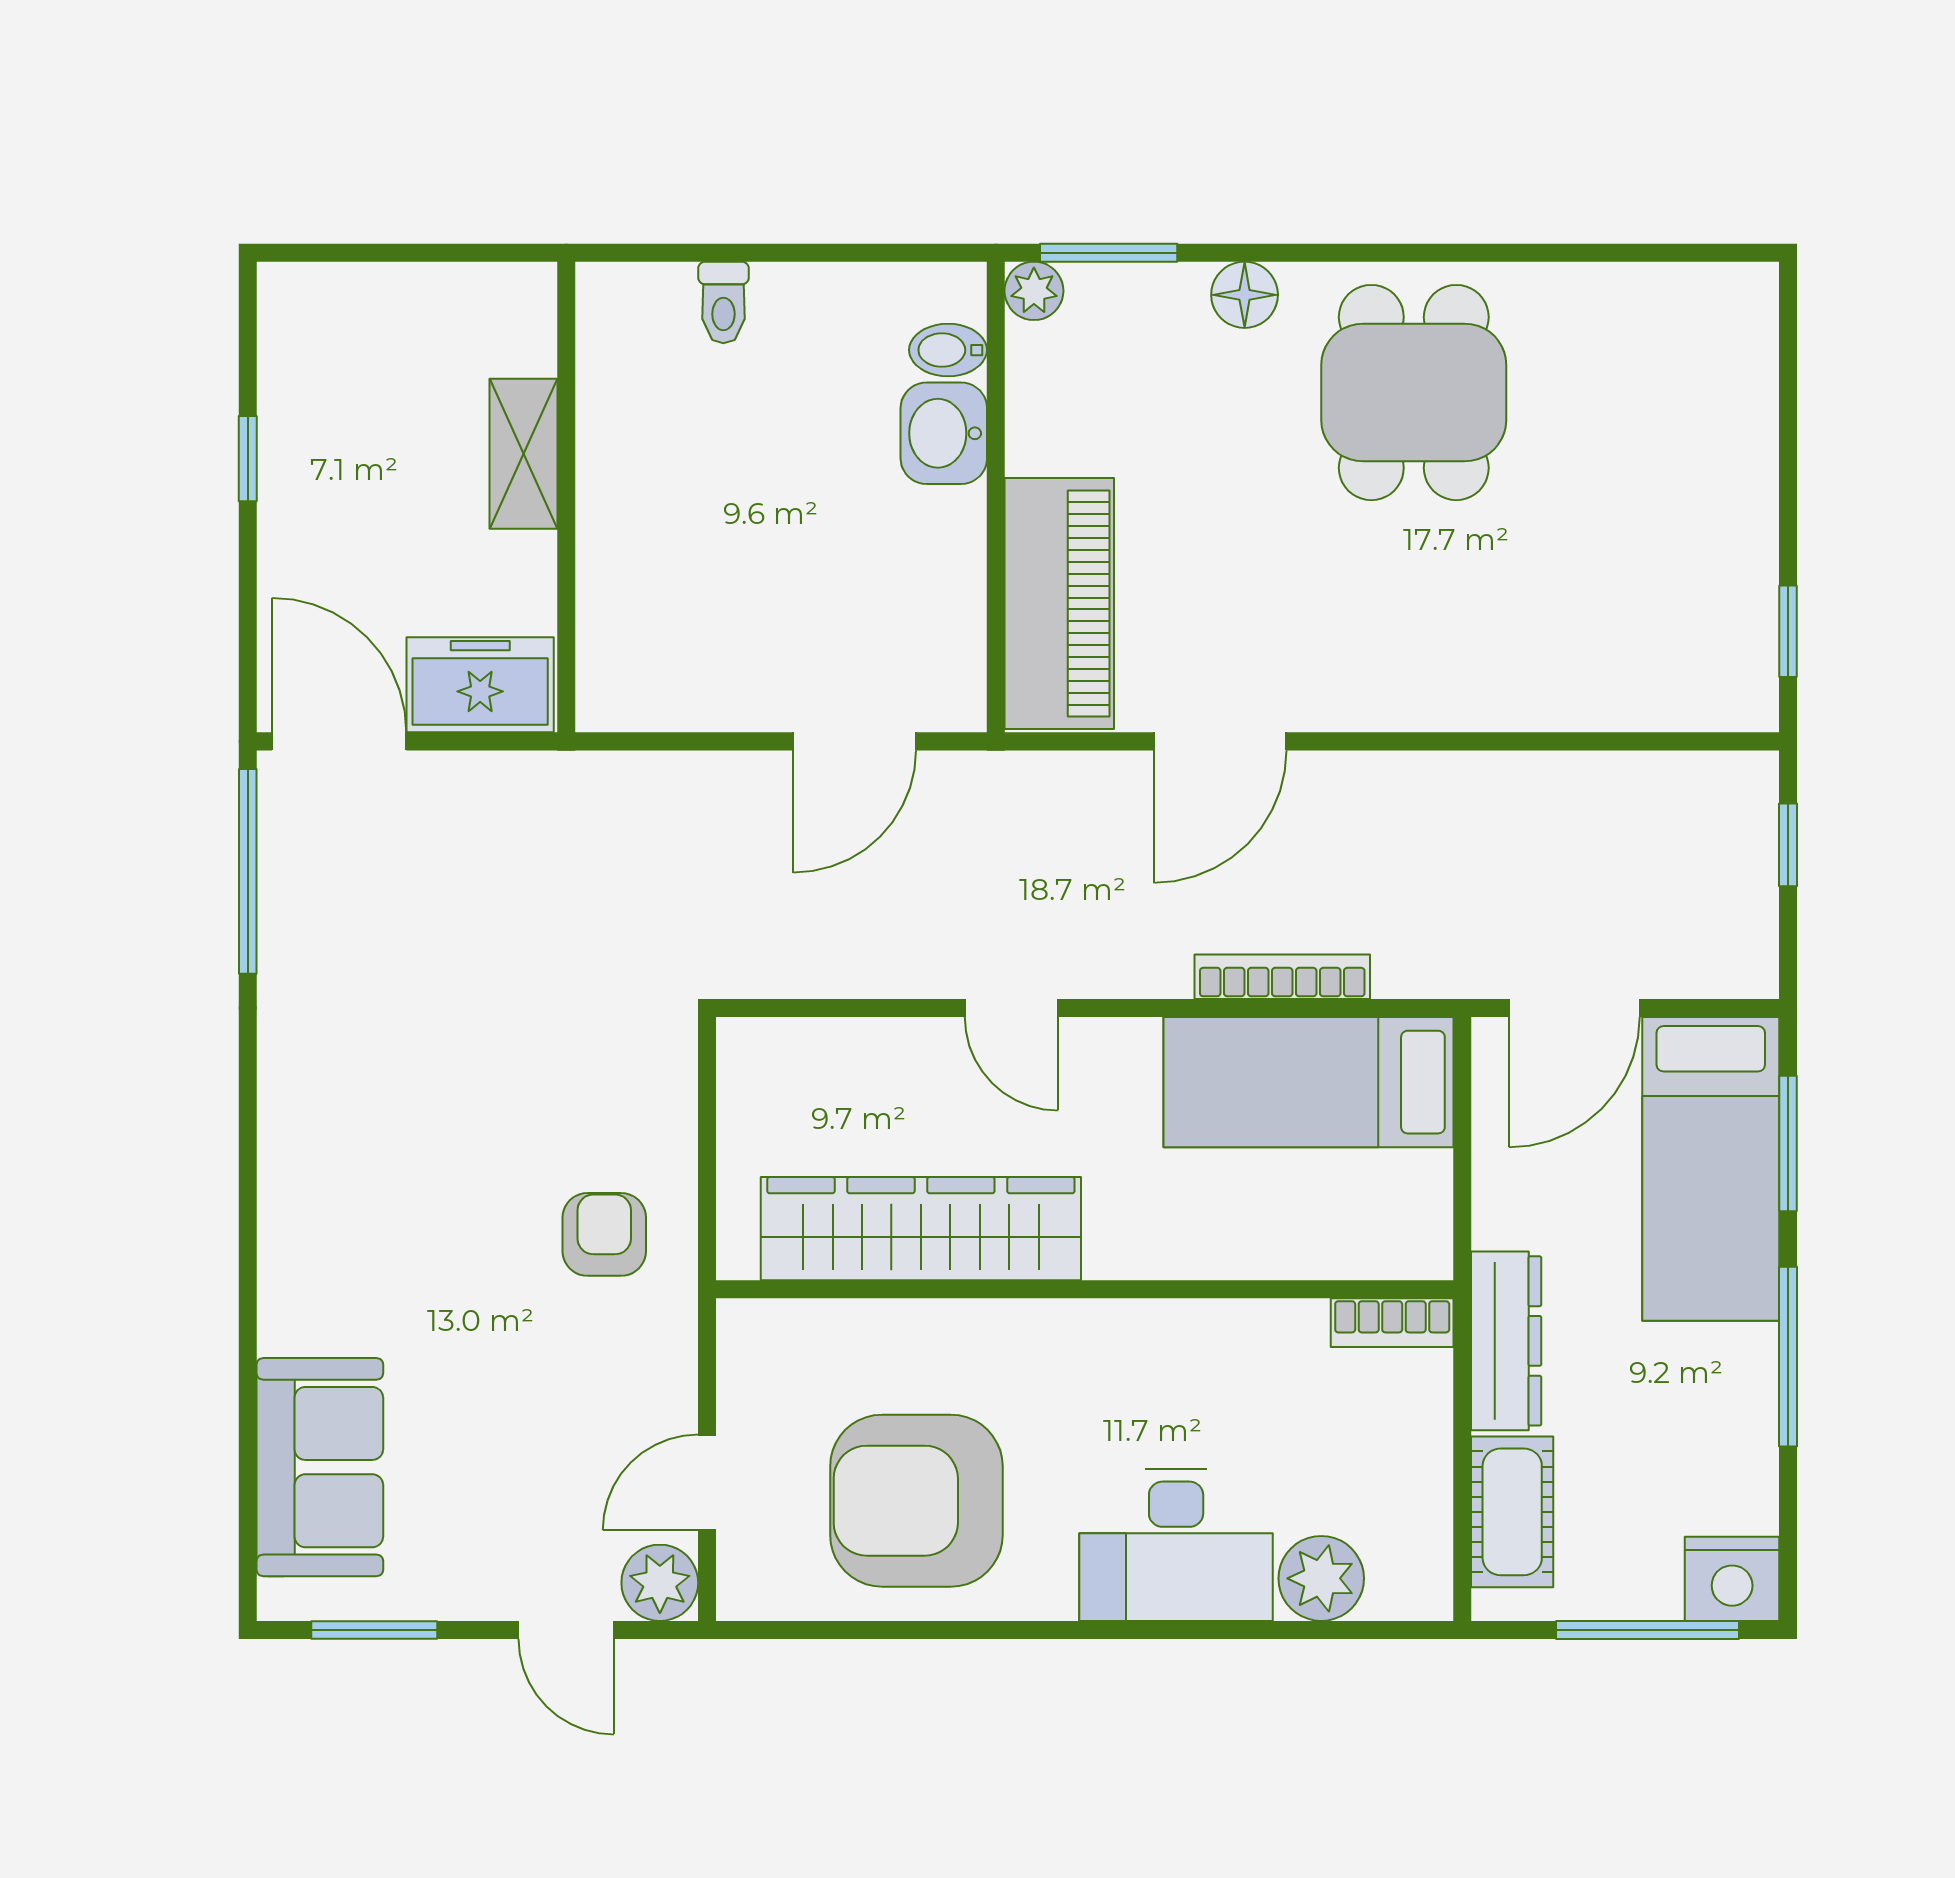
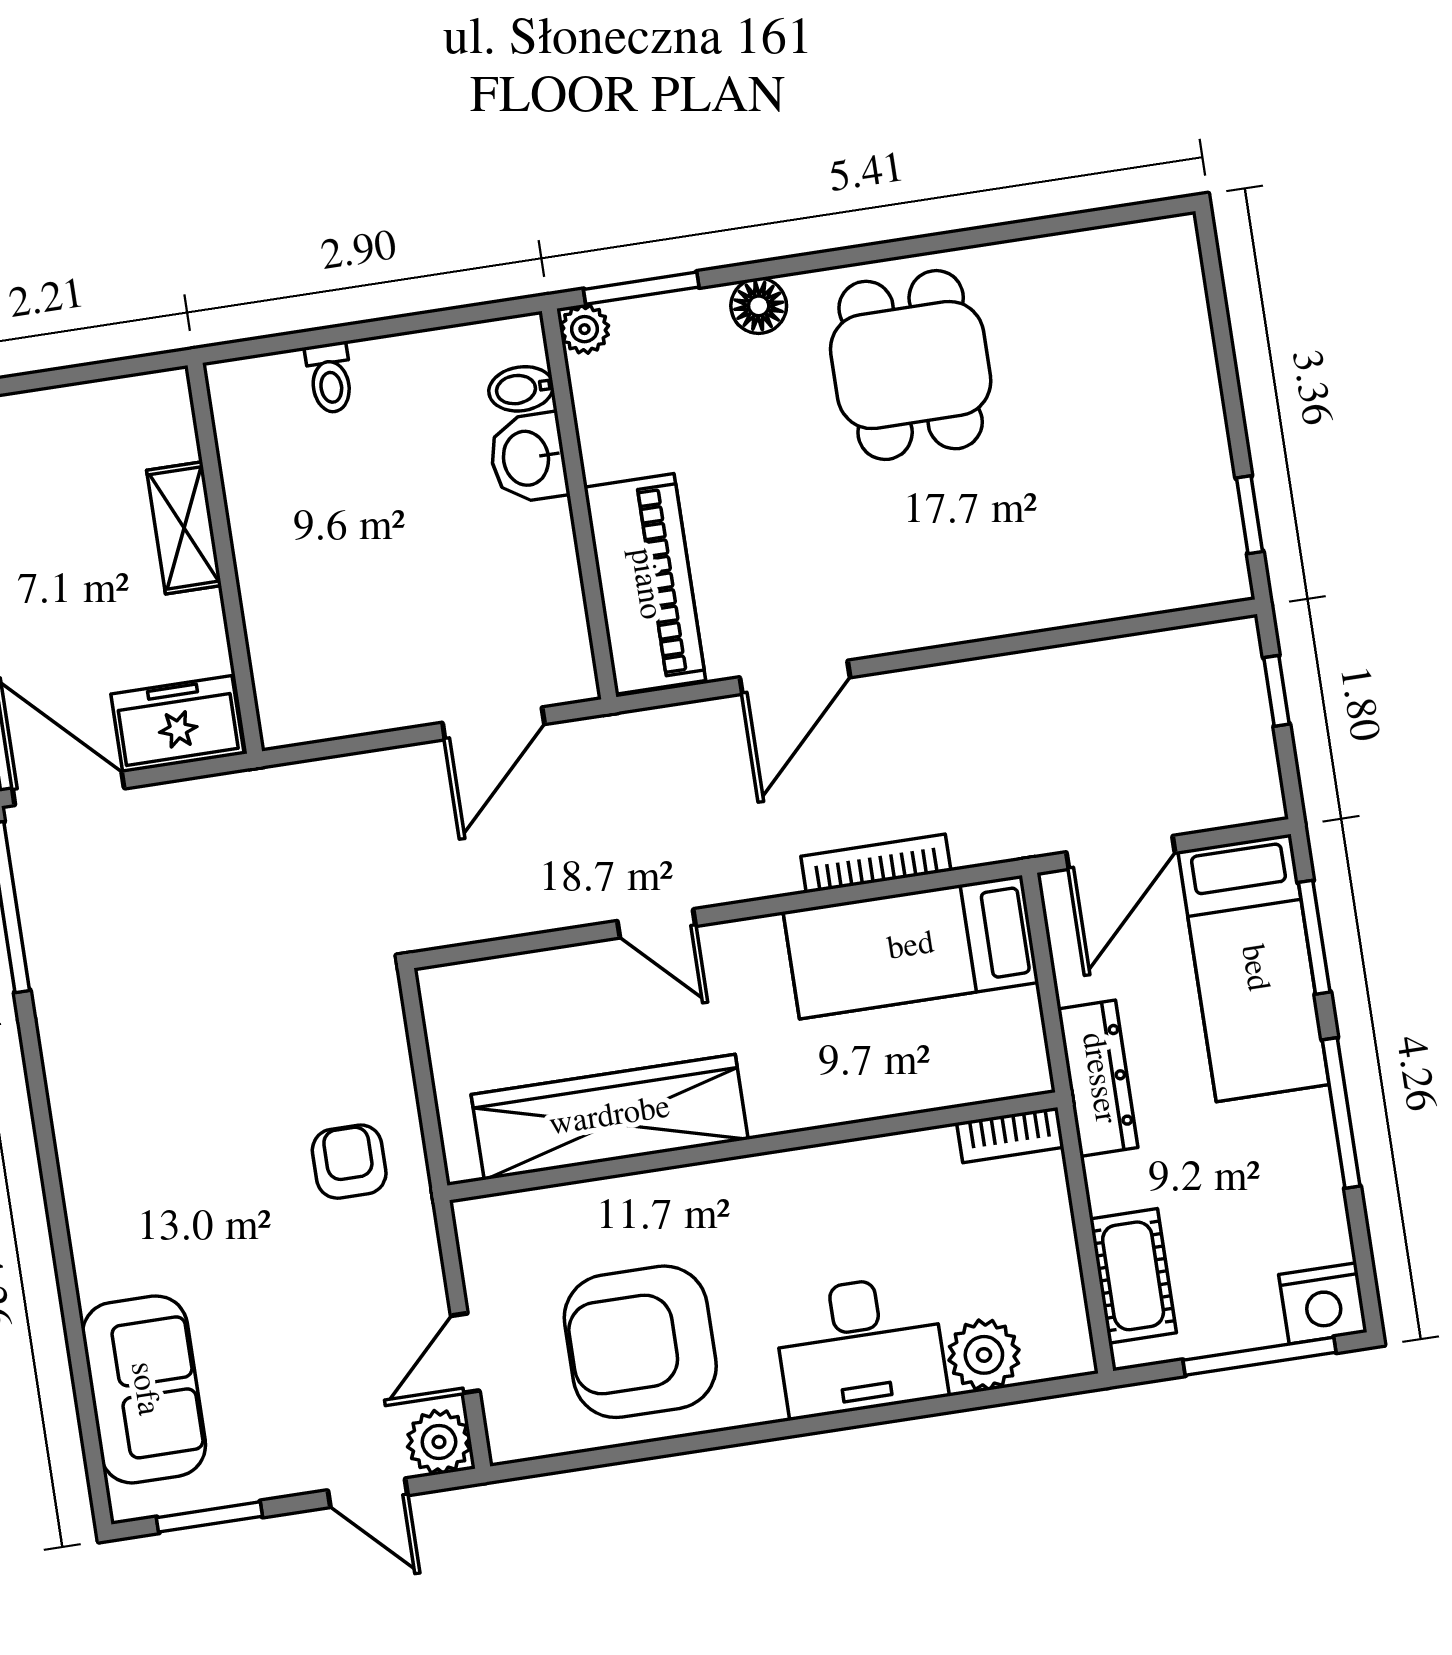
dresser: (1506, 1341) -> (1098, 1078), moved

